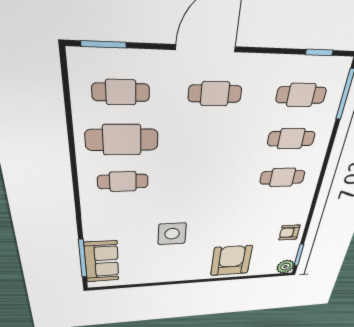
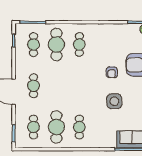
cafe table: (291, 139) -> (56, 45), width x1.37, depth x1.35
armchair: (289, 232) -> (112, 72), moved

